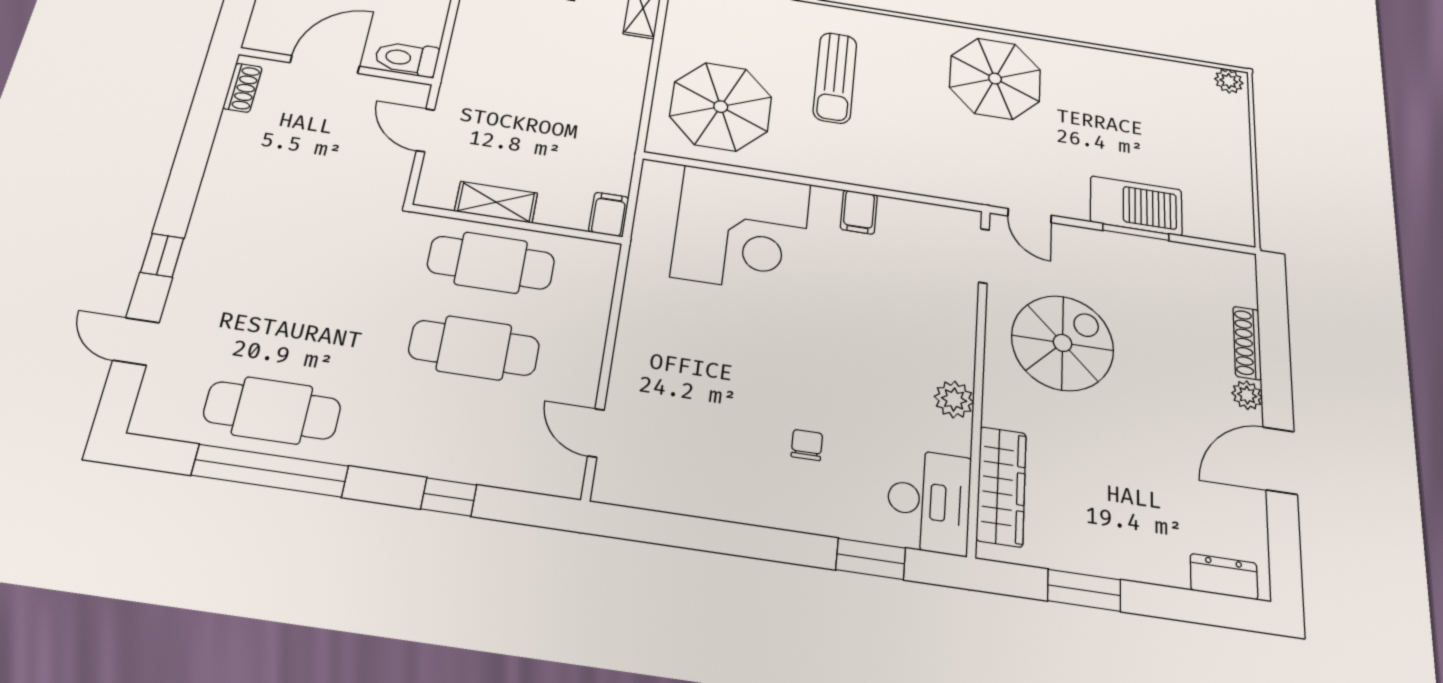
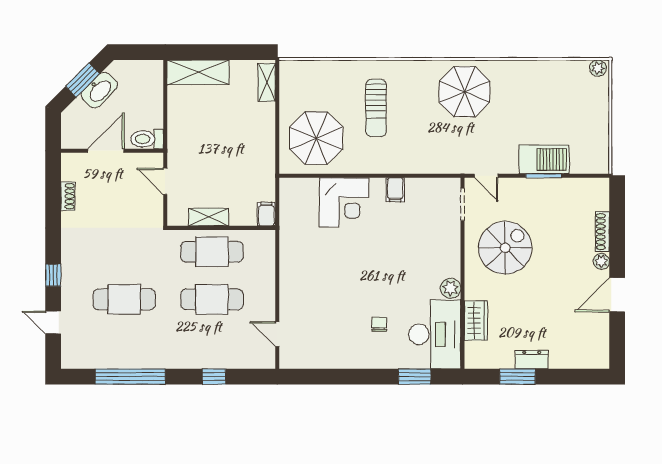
shoe rack: (243, 88) -> (68, 196), moved
corner desk: (741, 230) -> (344, 202), width x0.74, depth x0.74
cafe table: (272, 410) -> (124, 299), moved
wardrobe: (1001, 486) -> (476, 321), width x0.67
desk: (929, 501) -> (435, 334), width x1.36, depth x1.30
dresser: (1224, 577) -> (532, 360), moved

